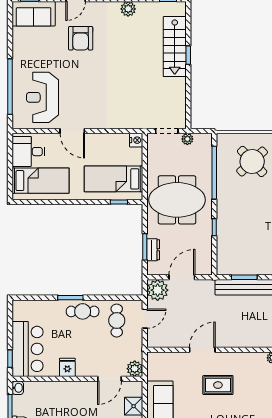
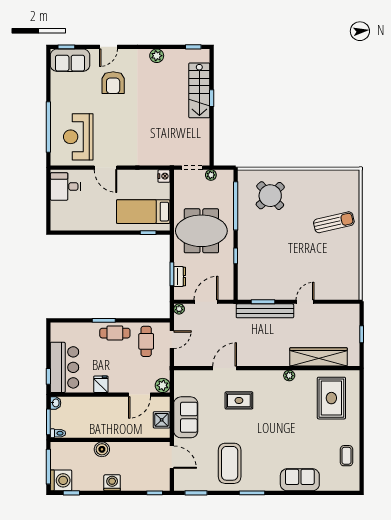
bed: (41, 181) -> (76, 213), removed
plant: (158, 290) -> (179, 309), width x0.53, depth x0.53

